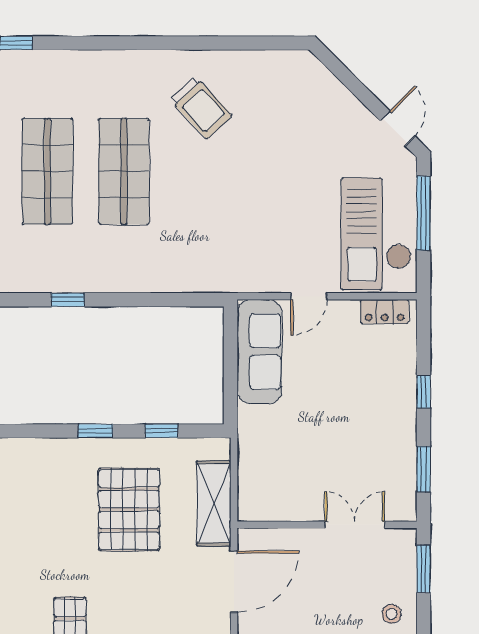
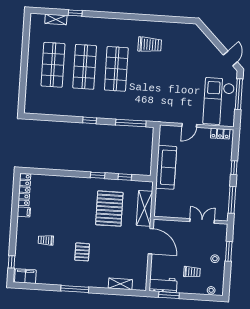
trolley: (201, 108) -> (150, 45), turned -47
window: (167, 300) -> (131, 123), added
sofa: (259, 352) -> (166, 167), moved
window: (423, 469) -> (232, 200), width x1.44
window: (423, 569) -> (229, 251), moved
door: (234, 582) -> (151, 241), hinge flipped

